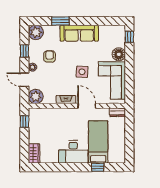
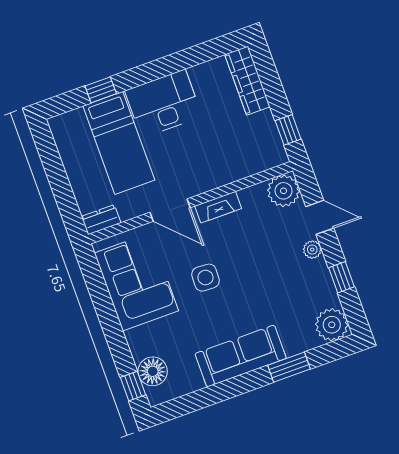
floor lamp: (119, 54) -> (153, 371), moved
armchair: (50, 56) -> (285, 285), removed
wardrobe: (34, 154) -> (247, 81), width x1.50

